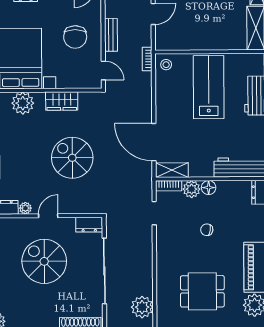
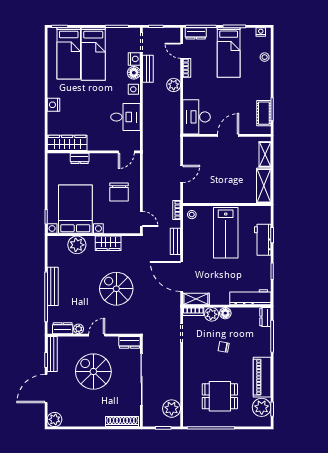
bench: (111, 35) -> (175, 241), moved
lab bench: (209, 87) -> (226, 233), turned 180

